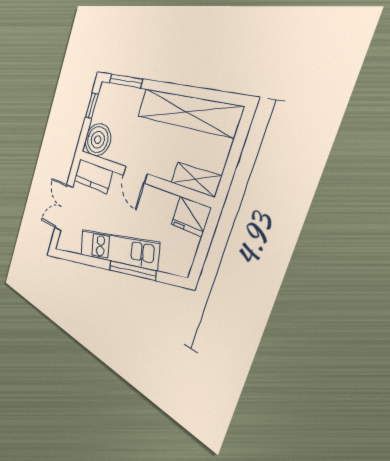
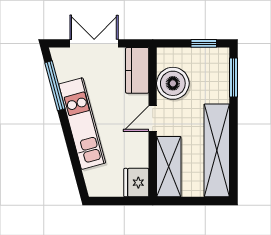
boiler: (98, 140) -> (173, 83), moved
shelving: (196, 179) -> (169, 167), width x1.50, depth x1.33
window: (132, 270) -> (55, 86), moved

